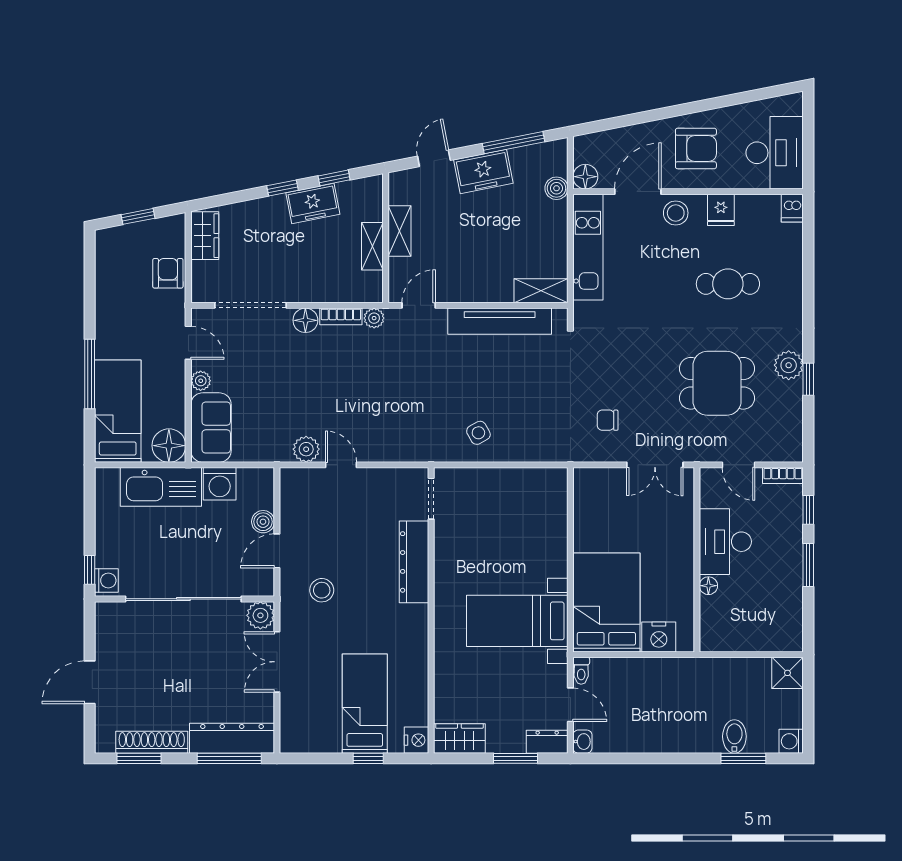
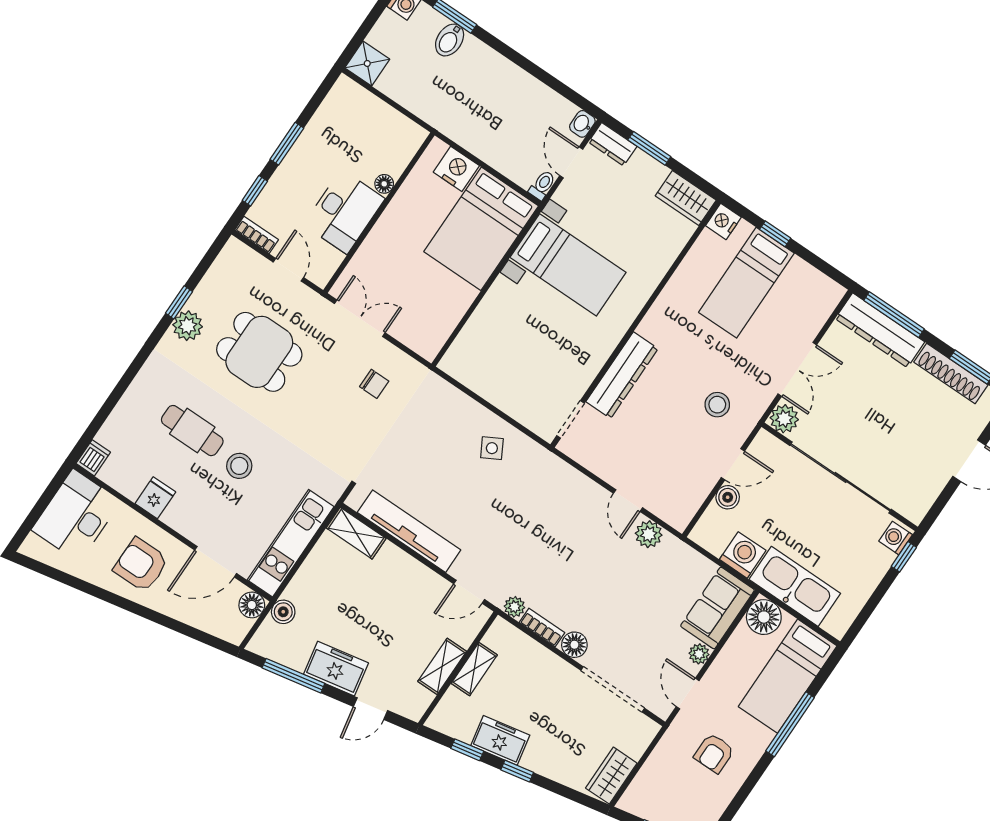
stool: (676, 213) -> (239, 466), moved
armchair: (168, 273) -> (714, 753), moved

